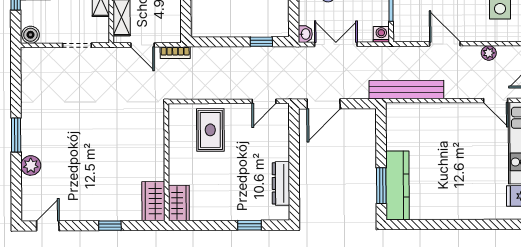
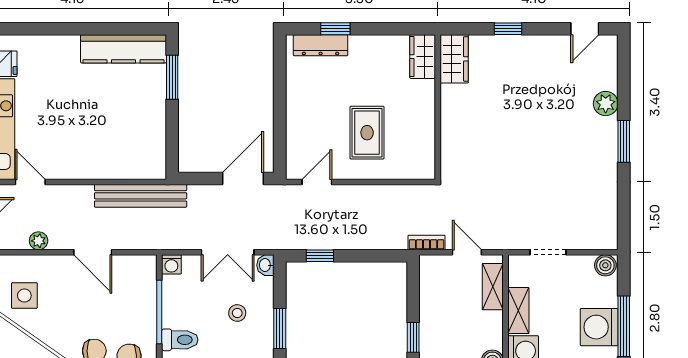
rug: (210, 130) -> (367, 133), moved
dresser: (281, 183) -> (321, 45), moved, turned 90
kitchen counter: (397, 185) -> (123, 49), moved, turned -90

